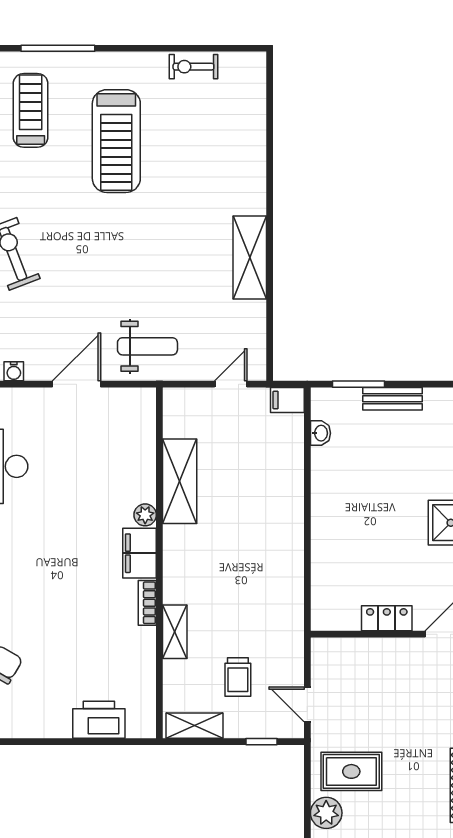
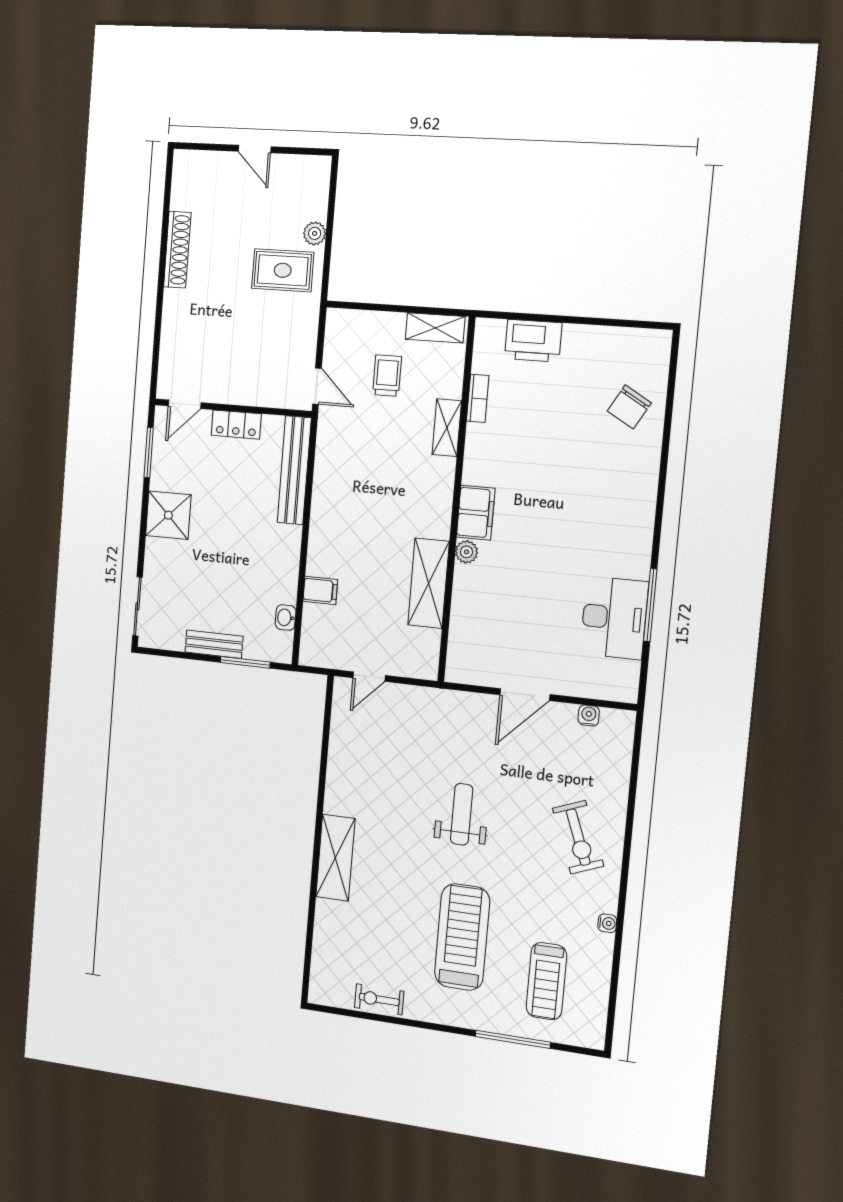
exercise bike: (193, 67) -> (379, 999), turned 180
shelving: (250, 257) -> (335, 858), moved
weight bench: (147, 346) -> (462, 814), moved, turned 90
filing cabinet: (287, 400) -> (320, 590), moved
bench: (324, 578) -> (294, 470), added
bookcase: (147, 603) -> (478, 398), moved
door: (307, 704) -> (317, 386), moved
window: (262, 742) -> (369, 307), removed
plant: (326, 813) -> (315, 233), width x0.73, depth x0.73

